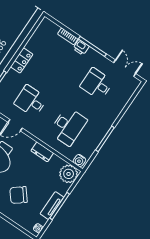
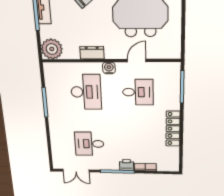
locker: (22, 60) -> (173, 129), width x1.53
desk: (97, 84) -> (89, 144), turned 180
desk: (68, 126) -> (86, 92), turned 180
water cooler: (79, 160) -> (109, 68), moved

